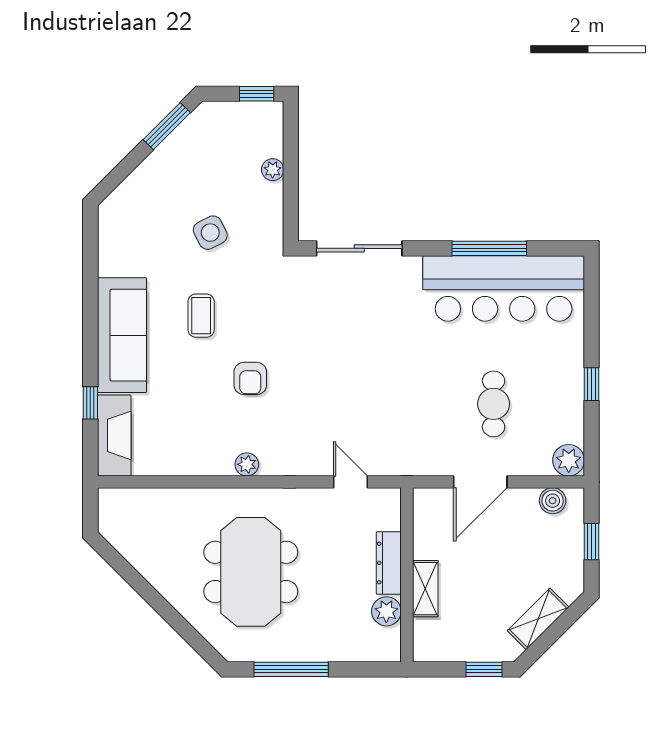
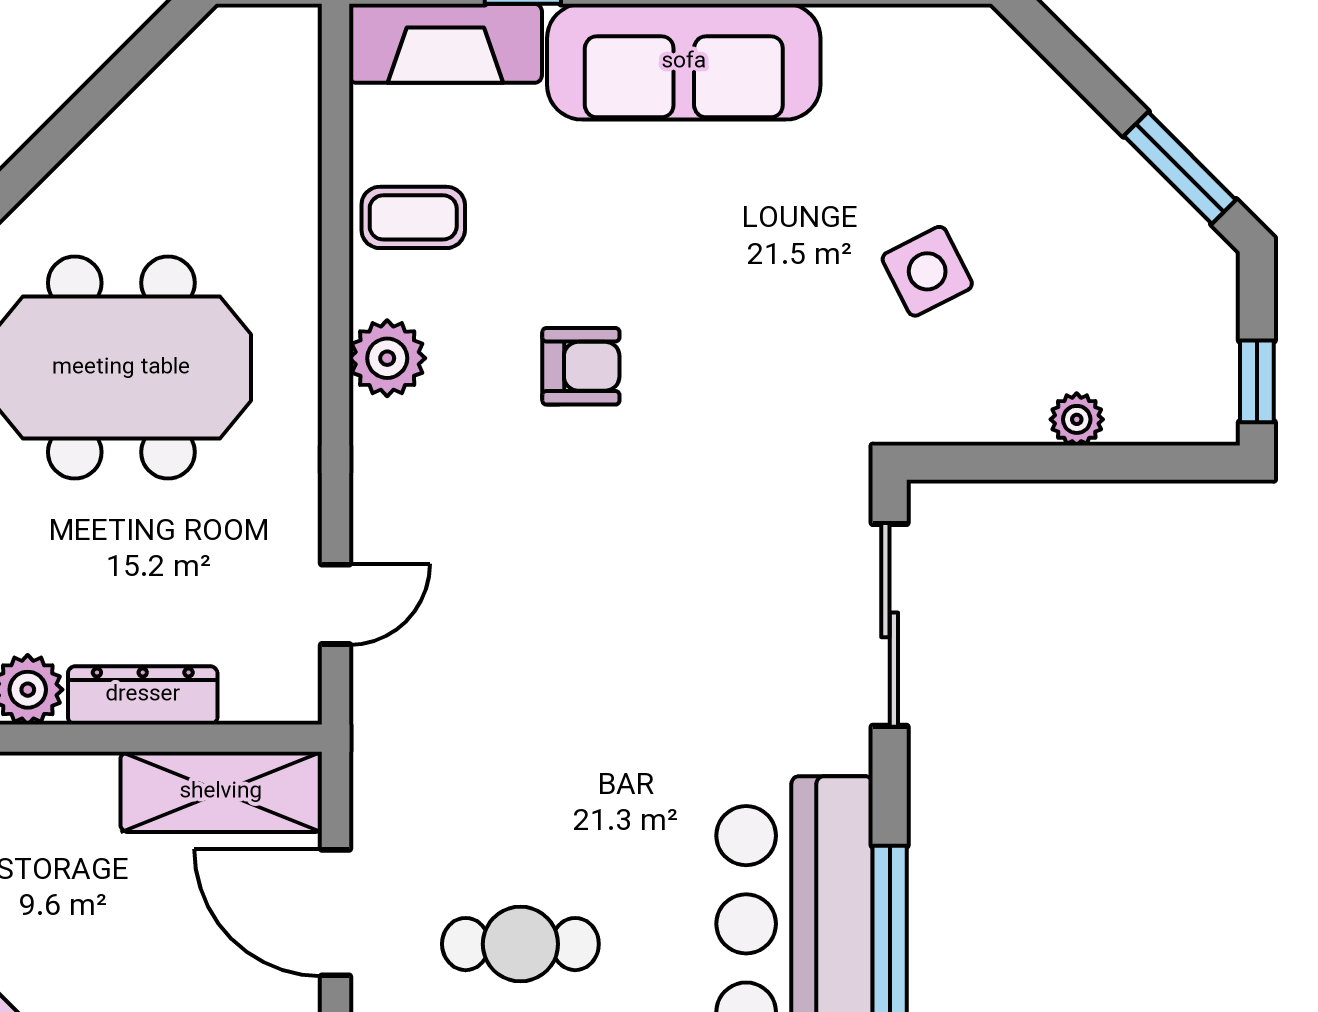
coffee table: (201, 316) -> (413, 217), moved
armchair: (250, 378) -> (581, 366), turned 180
plant: (247, 464) -> (387, 358), width x1.38, depth x1.38
shelving: (425, 589) -> (221, 792), moved, width x1.50, depth x1.33

